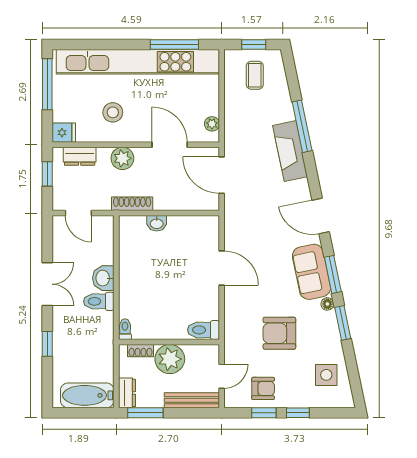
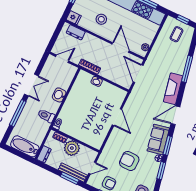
fireplace: (290, 151) -> (173, 89), moved
plant: (122, 158) -> (95, 43), removed
window: (47, 174) -> (57, 33), removed
door: (78, 213) -> (62, 59), swing flipped
door: (321, 216) -> (175, 115), hinge flipped
toilet: (99, 301) -> (46, 116), moved
toilet: (203, 330) -> (94, 142), removed
window: (47, 344) -> (18, 113), width x2.17
window: (145, 413) -> (70, 178), moved

